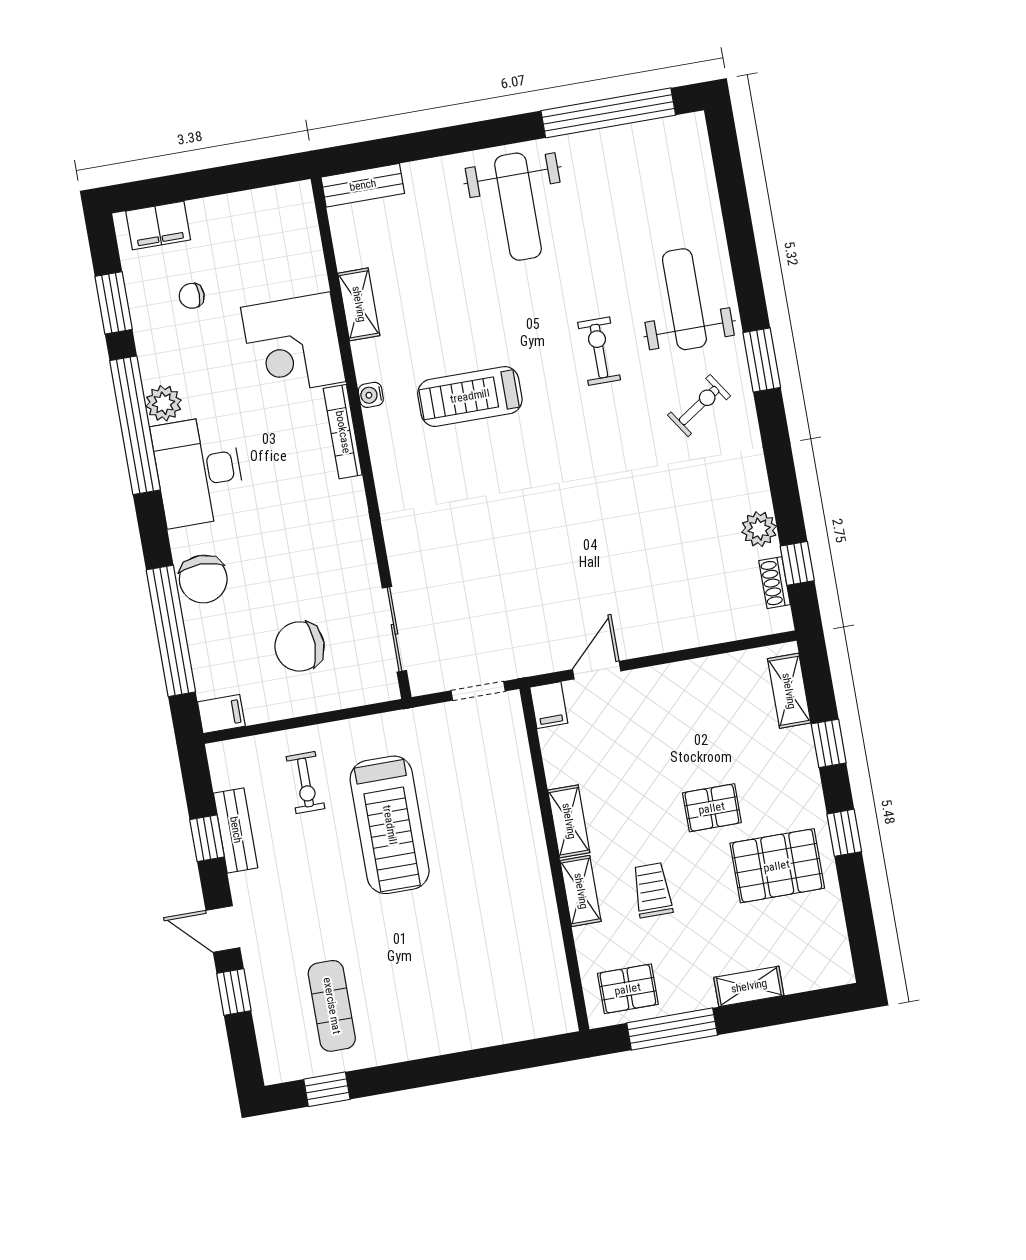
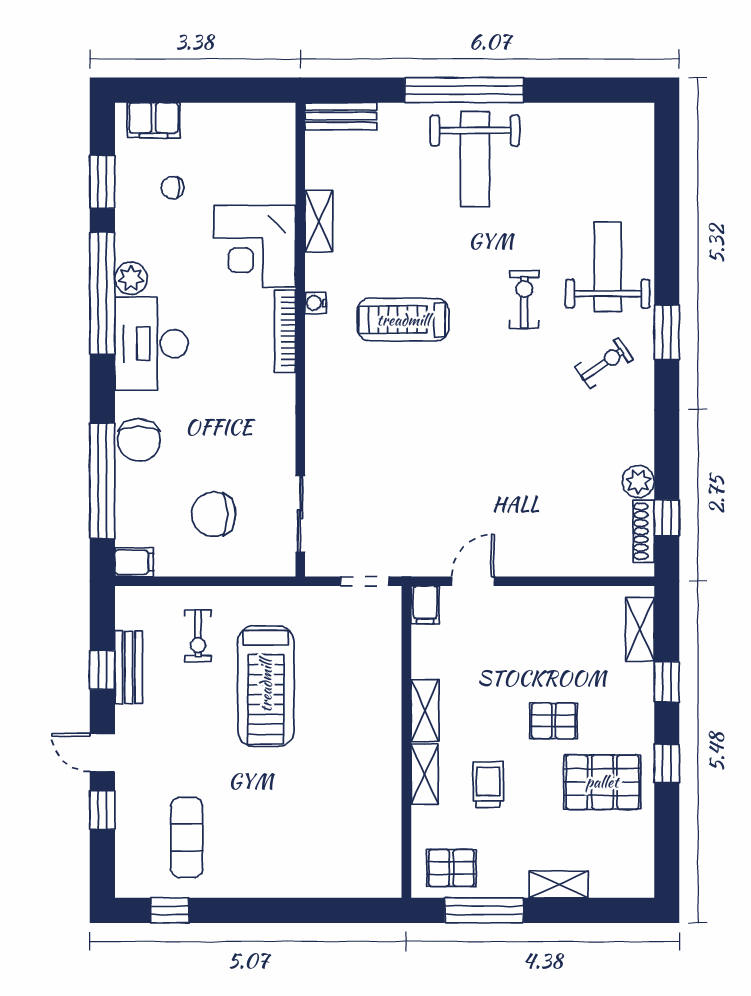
window: (608, 113) -> (464, 90), moved
shoe rack: (774, 583) -> (644, 531), width x1.43

